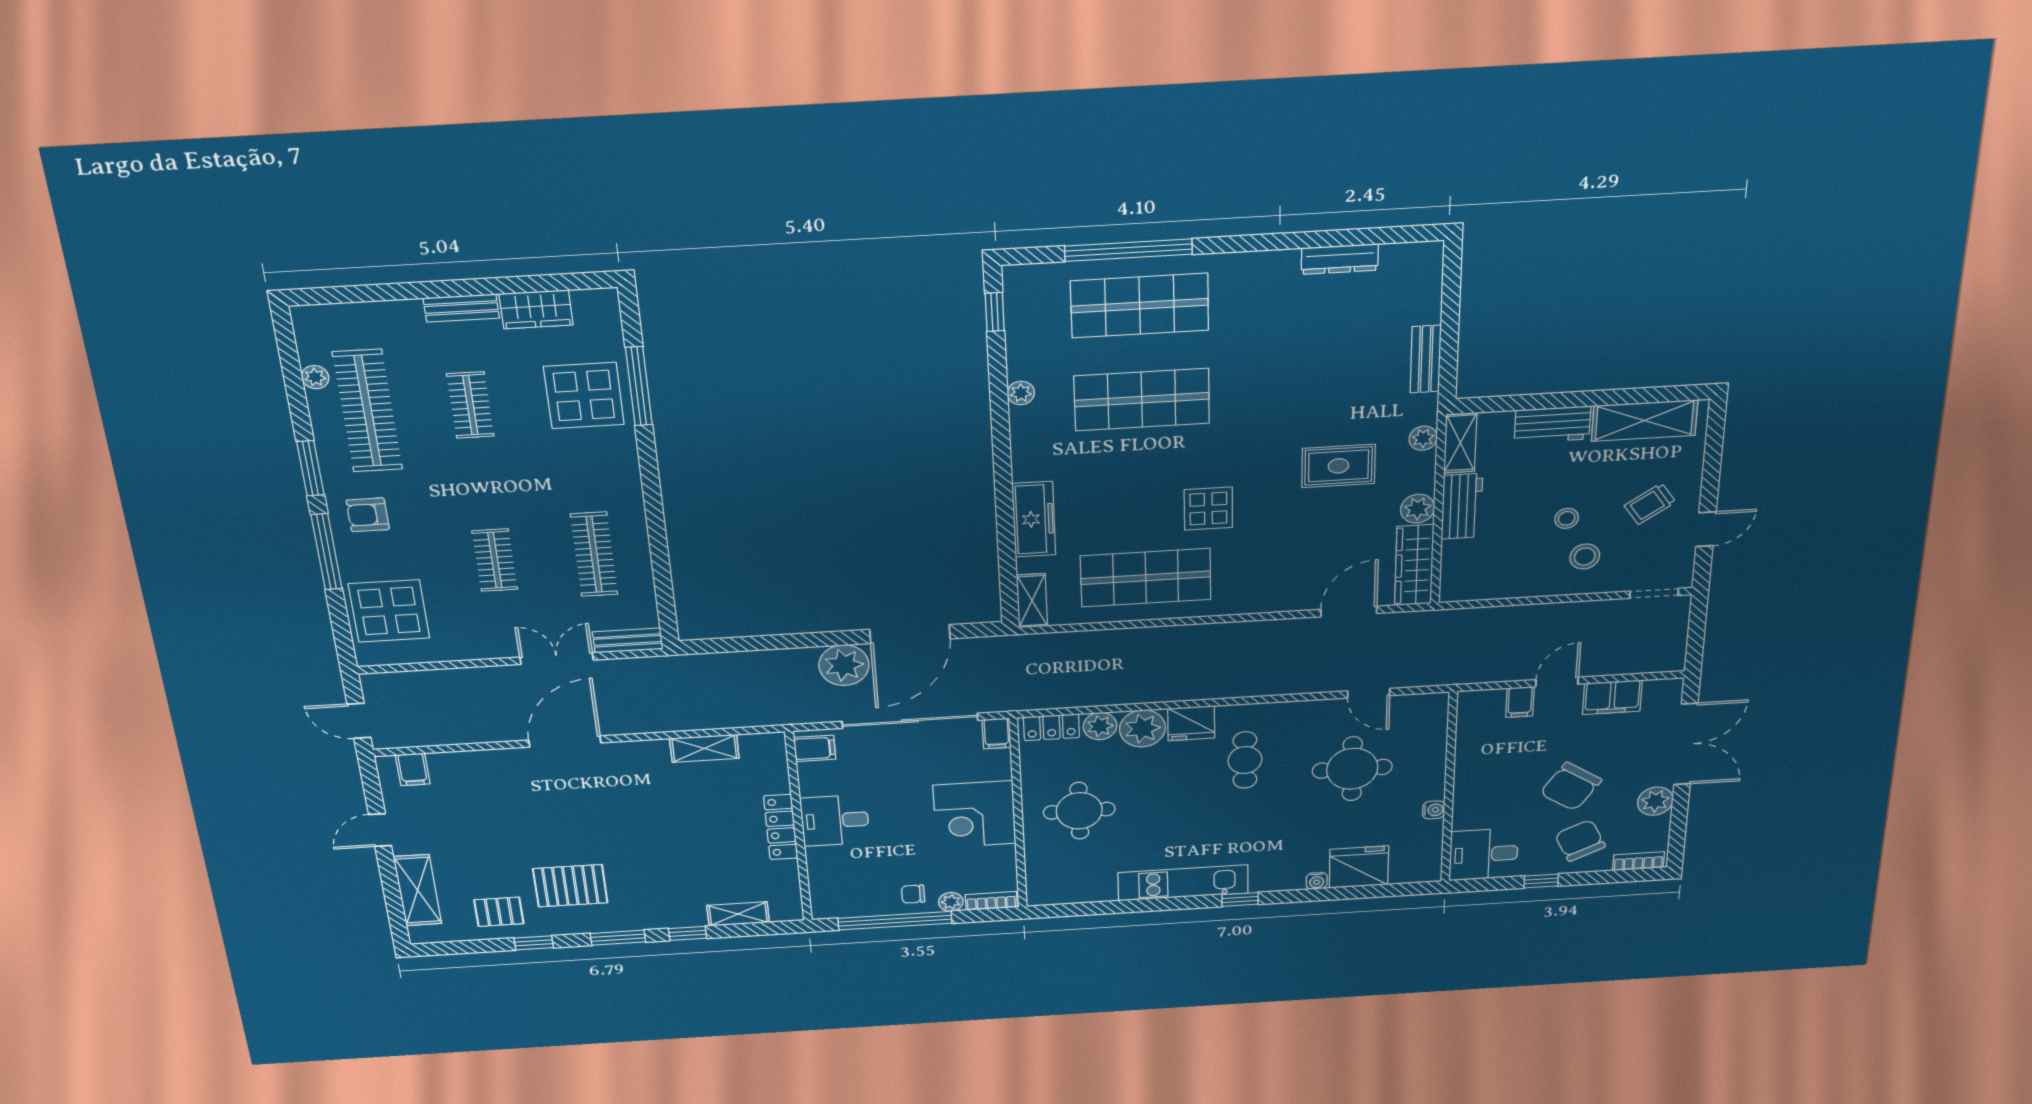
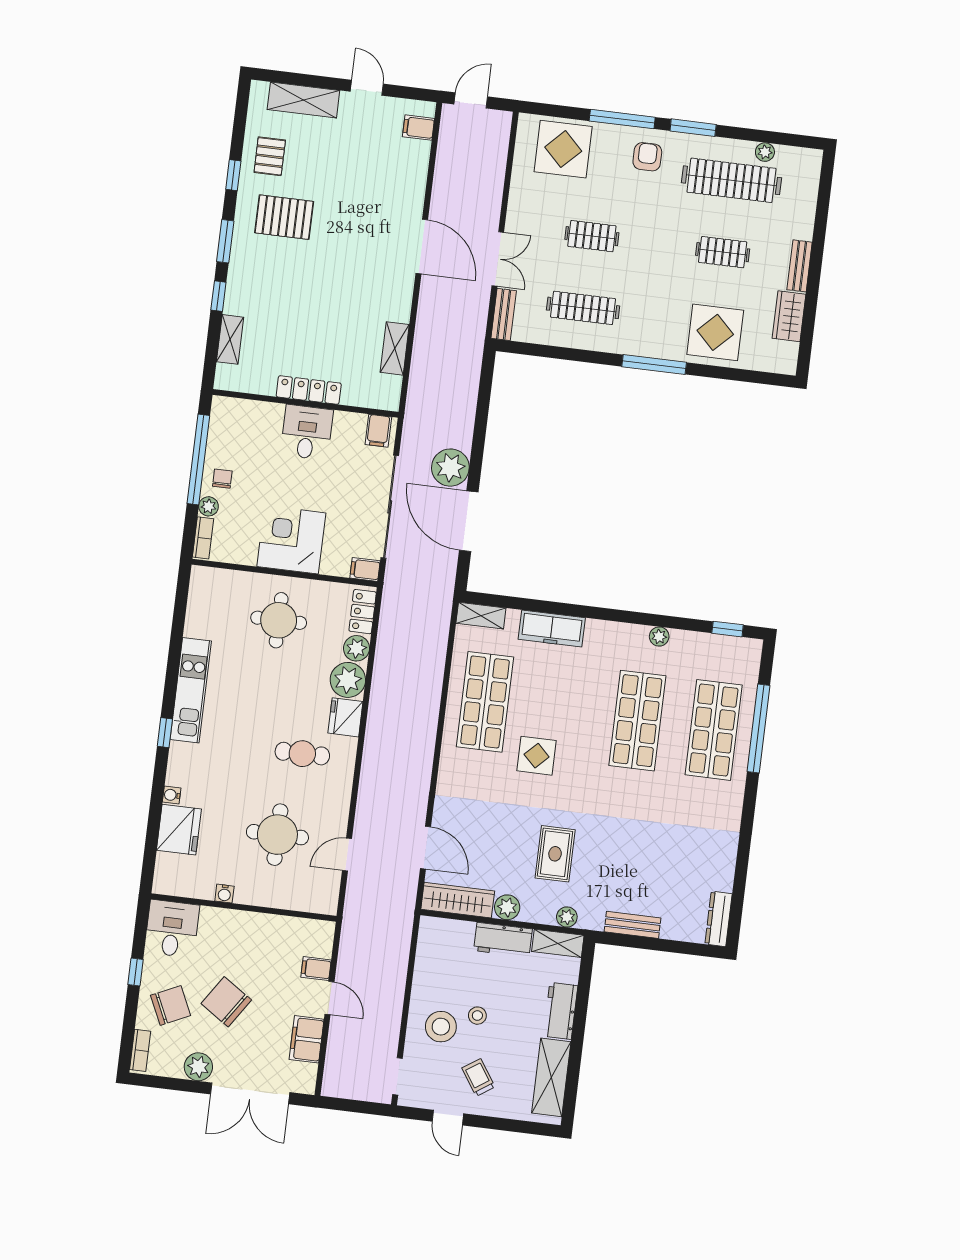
dresser: (1340, 259) -> (719, 919), moved
window: (639, 386) -> (654, 364), moved
stool: (1585, 557) -> (441, 1027), width x1.38, depth x1.38
pallet: (570, 886) -> (284, 217), turned 90

